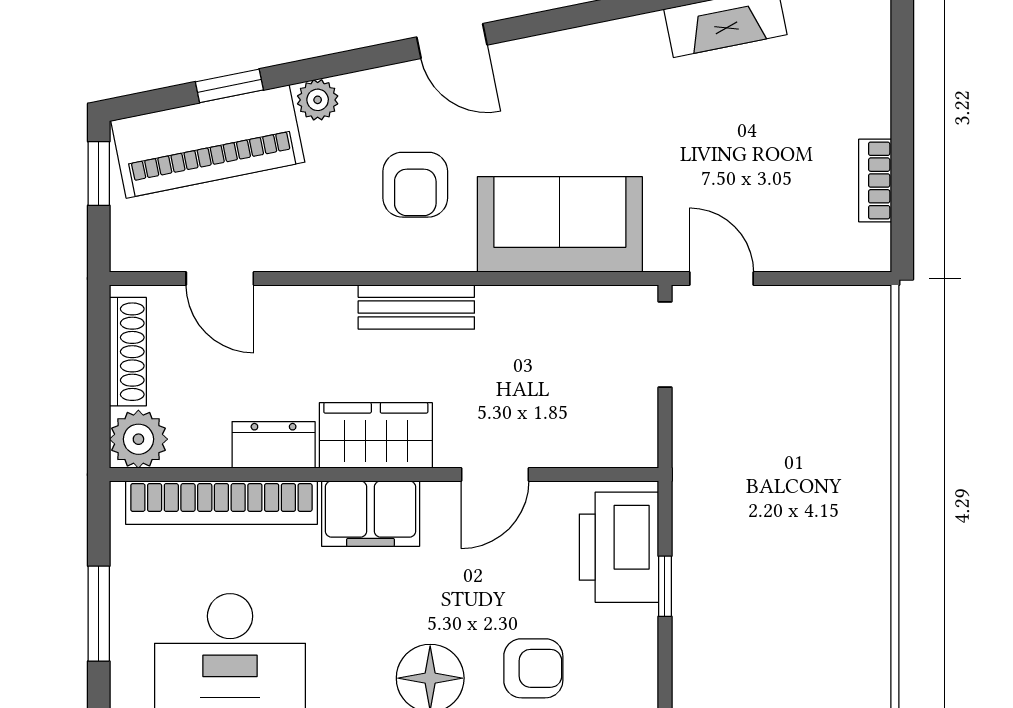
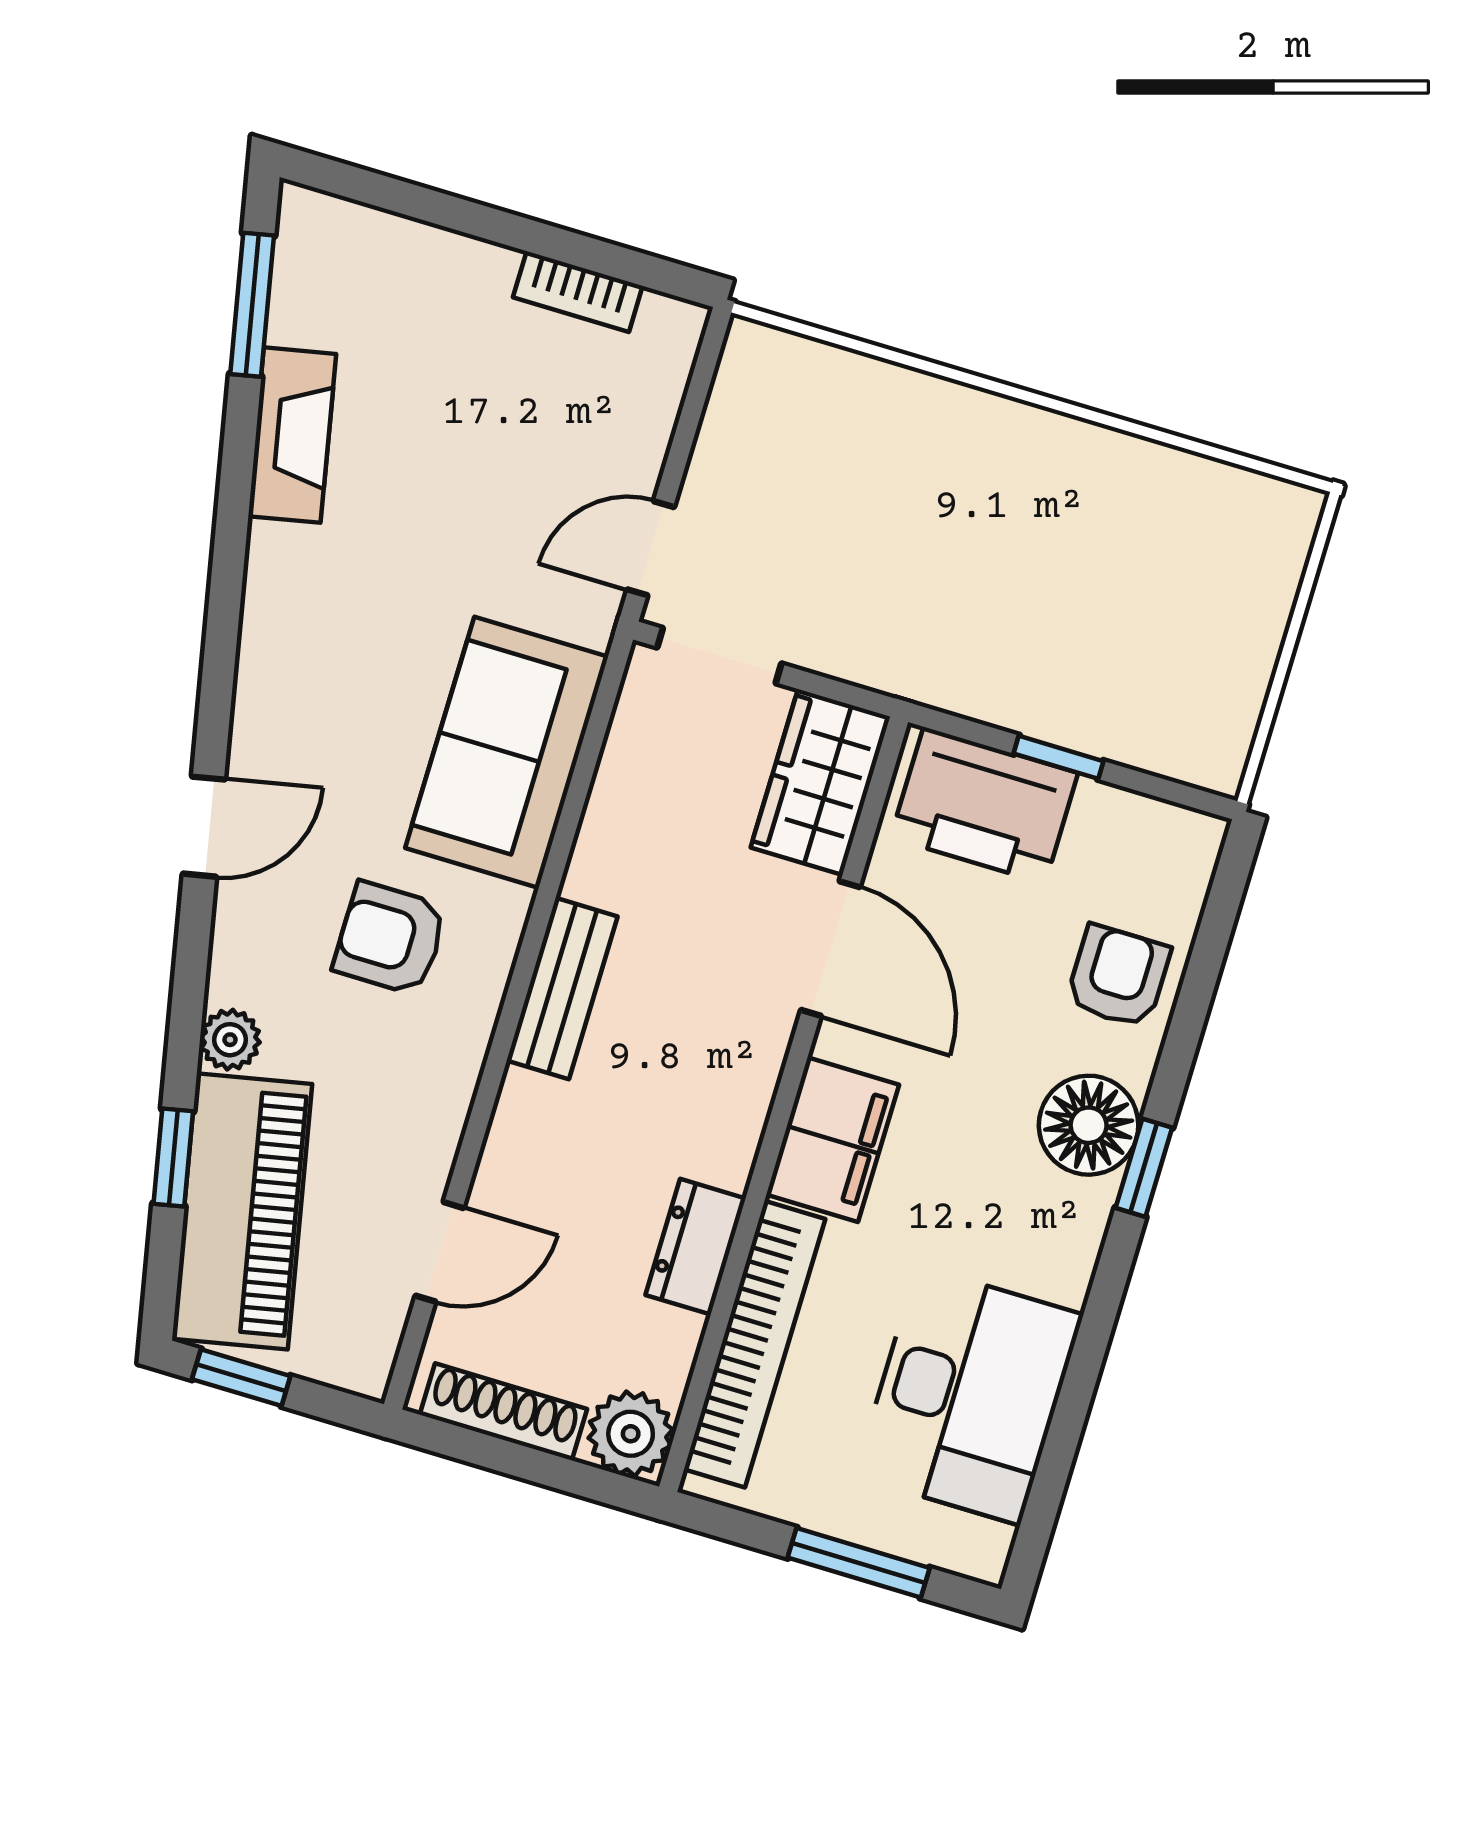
armchair: (415, 185) -> (390, 938), turned 180
wardrobe: (376, 435) -> (820, 782), moved
door: (495, 475) -> (830, 949), width x1.38

